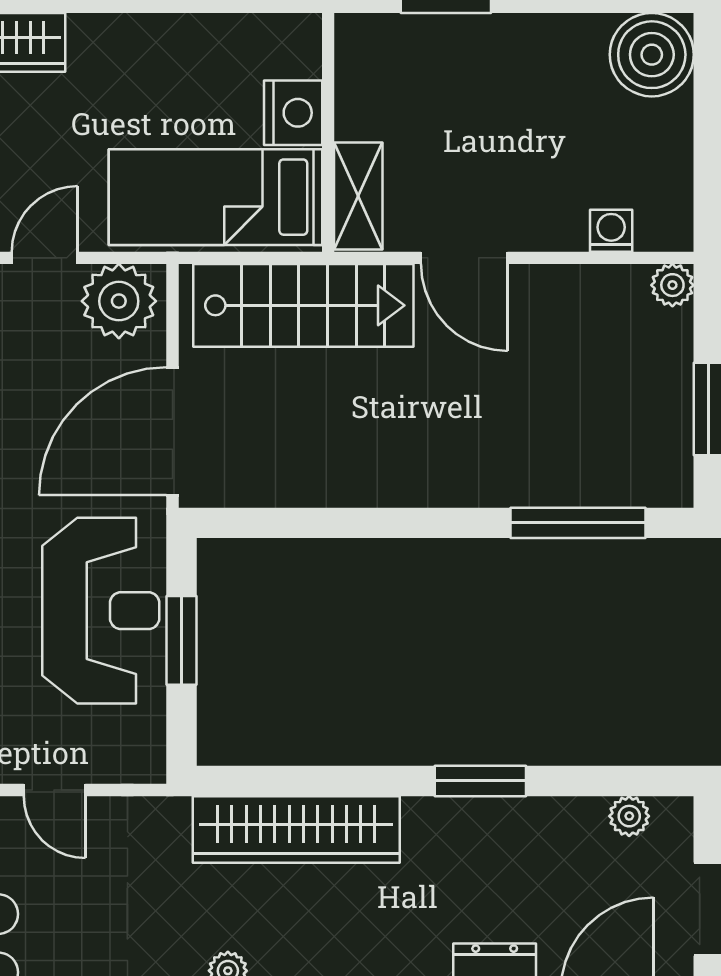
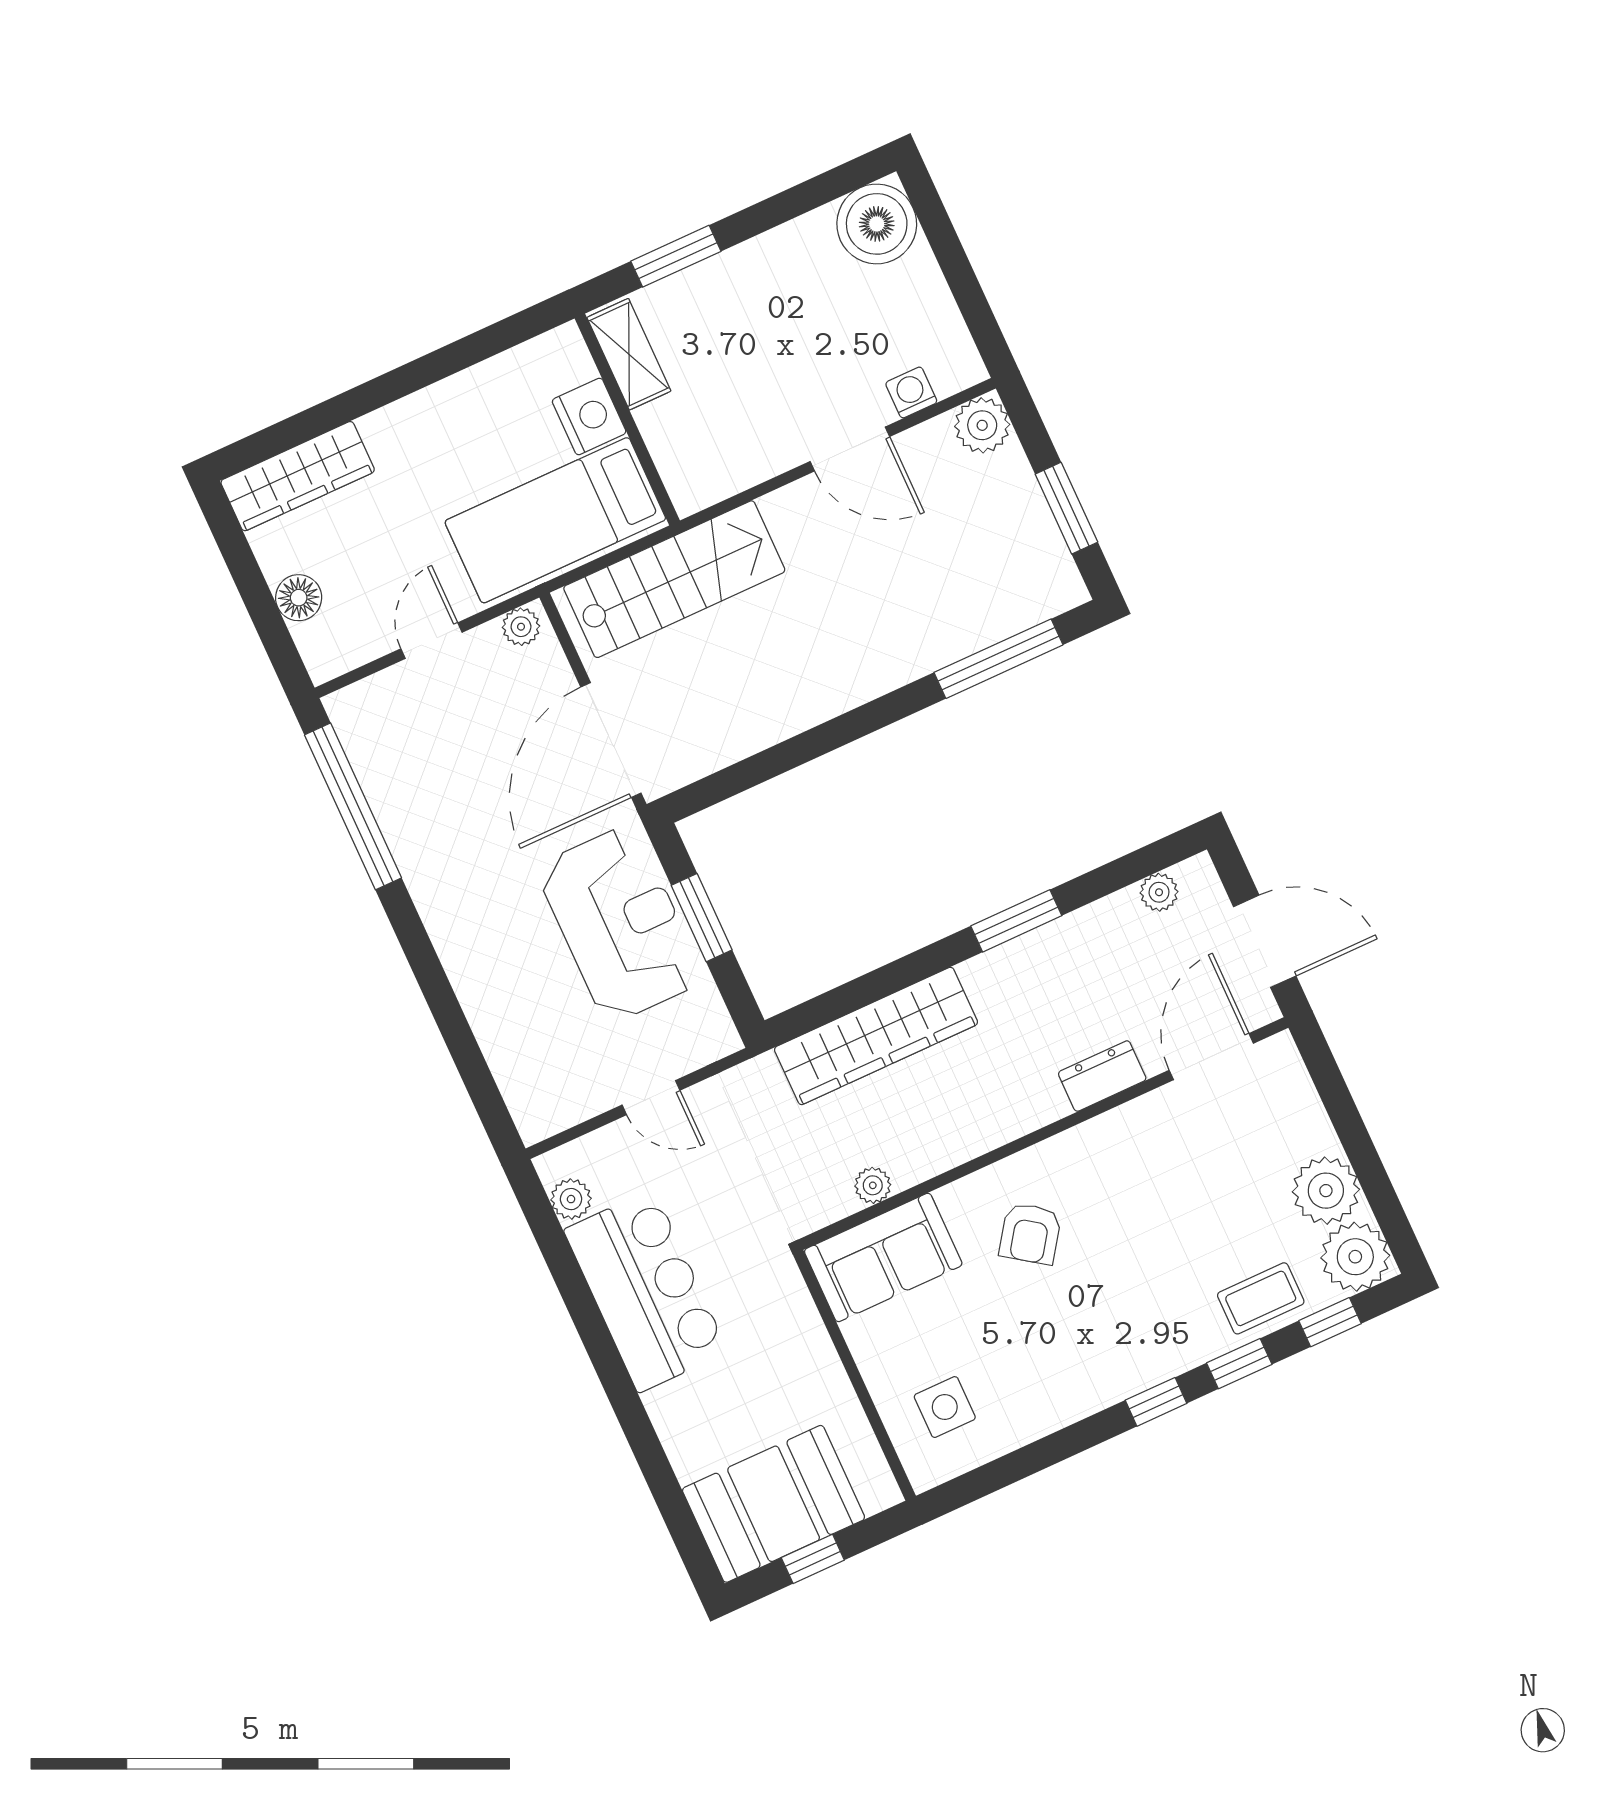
shelving: (358, 196) -> (629, 354), moved
door: (464, 258) -> (850, 449), moved
plant: (672, 285) -> (982, 425), width x1.38, depth x1.38
plant: (119, 301) -> (521, 627), width x0.53, depth x0.53

